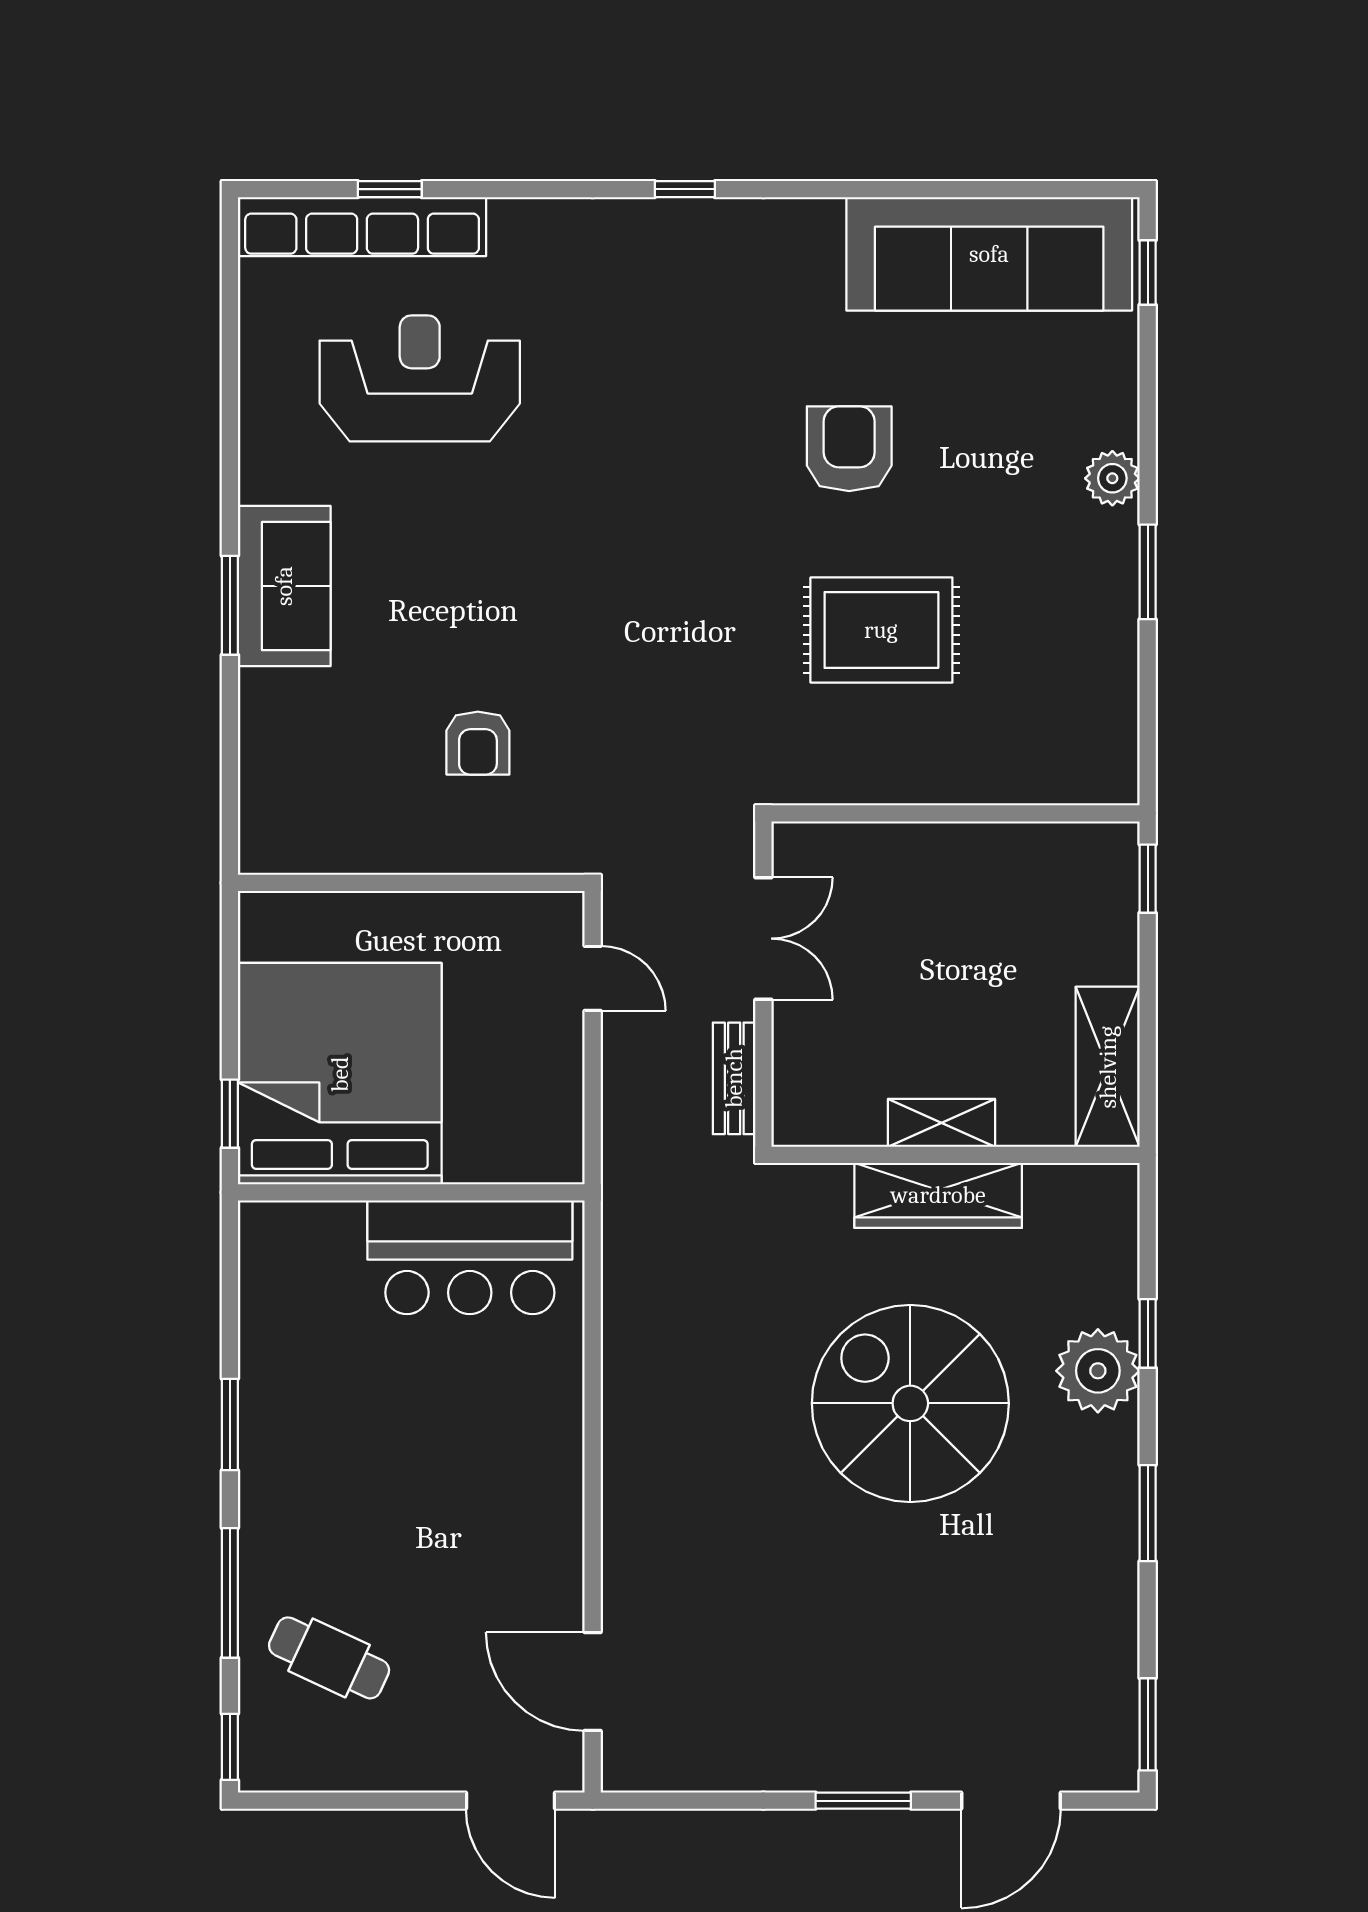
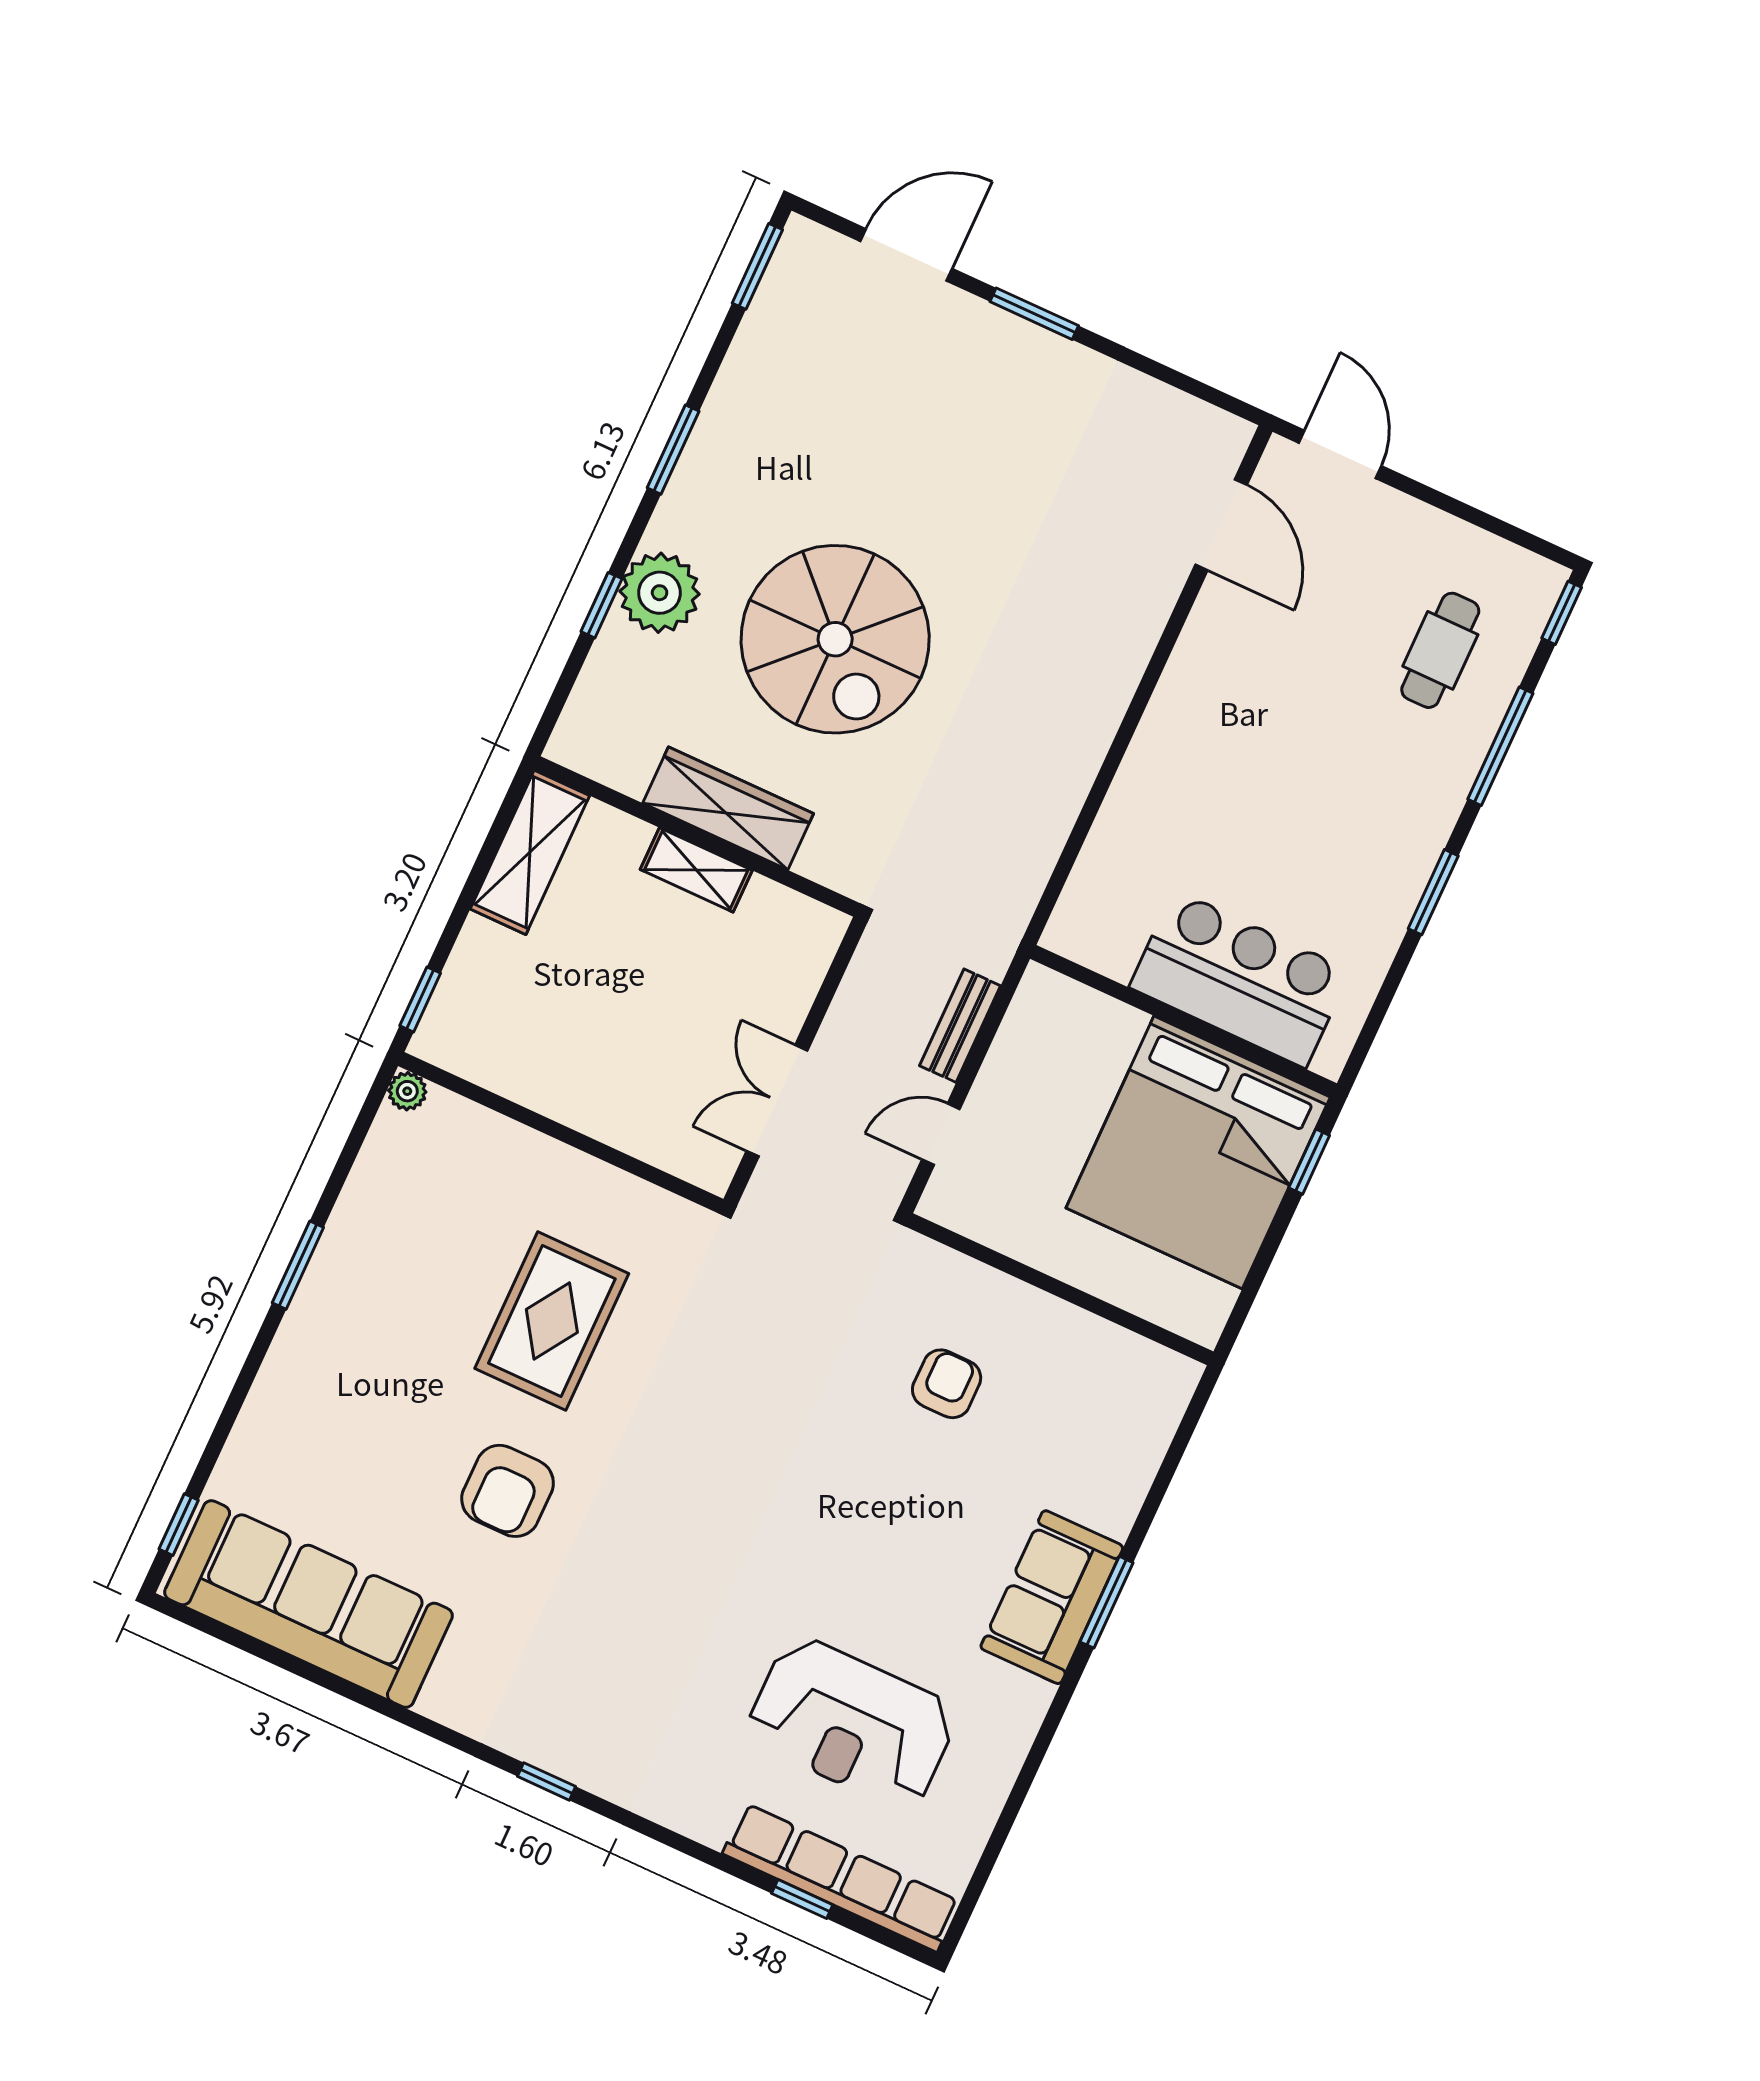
plant: (1112, 478) -> (407, 1091), moved, width x0.73, depth x0.73
rug: (881, 630) -> (552, 1321), turned 90
door: (593, 978) -> (941, 1134), hinge flipped
bench: (734, 1078) -> (960, 1026), moved
bar counter: (470, 1257) -> (1240, 979), moved
cafe table: (329, 1658) -> (1440, 650), turned 65

